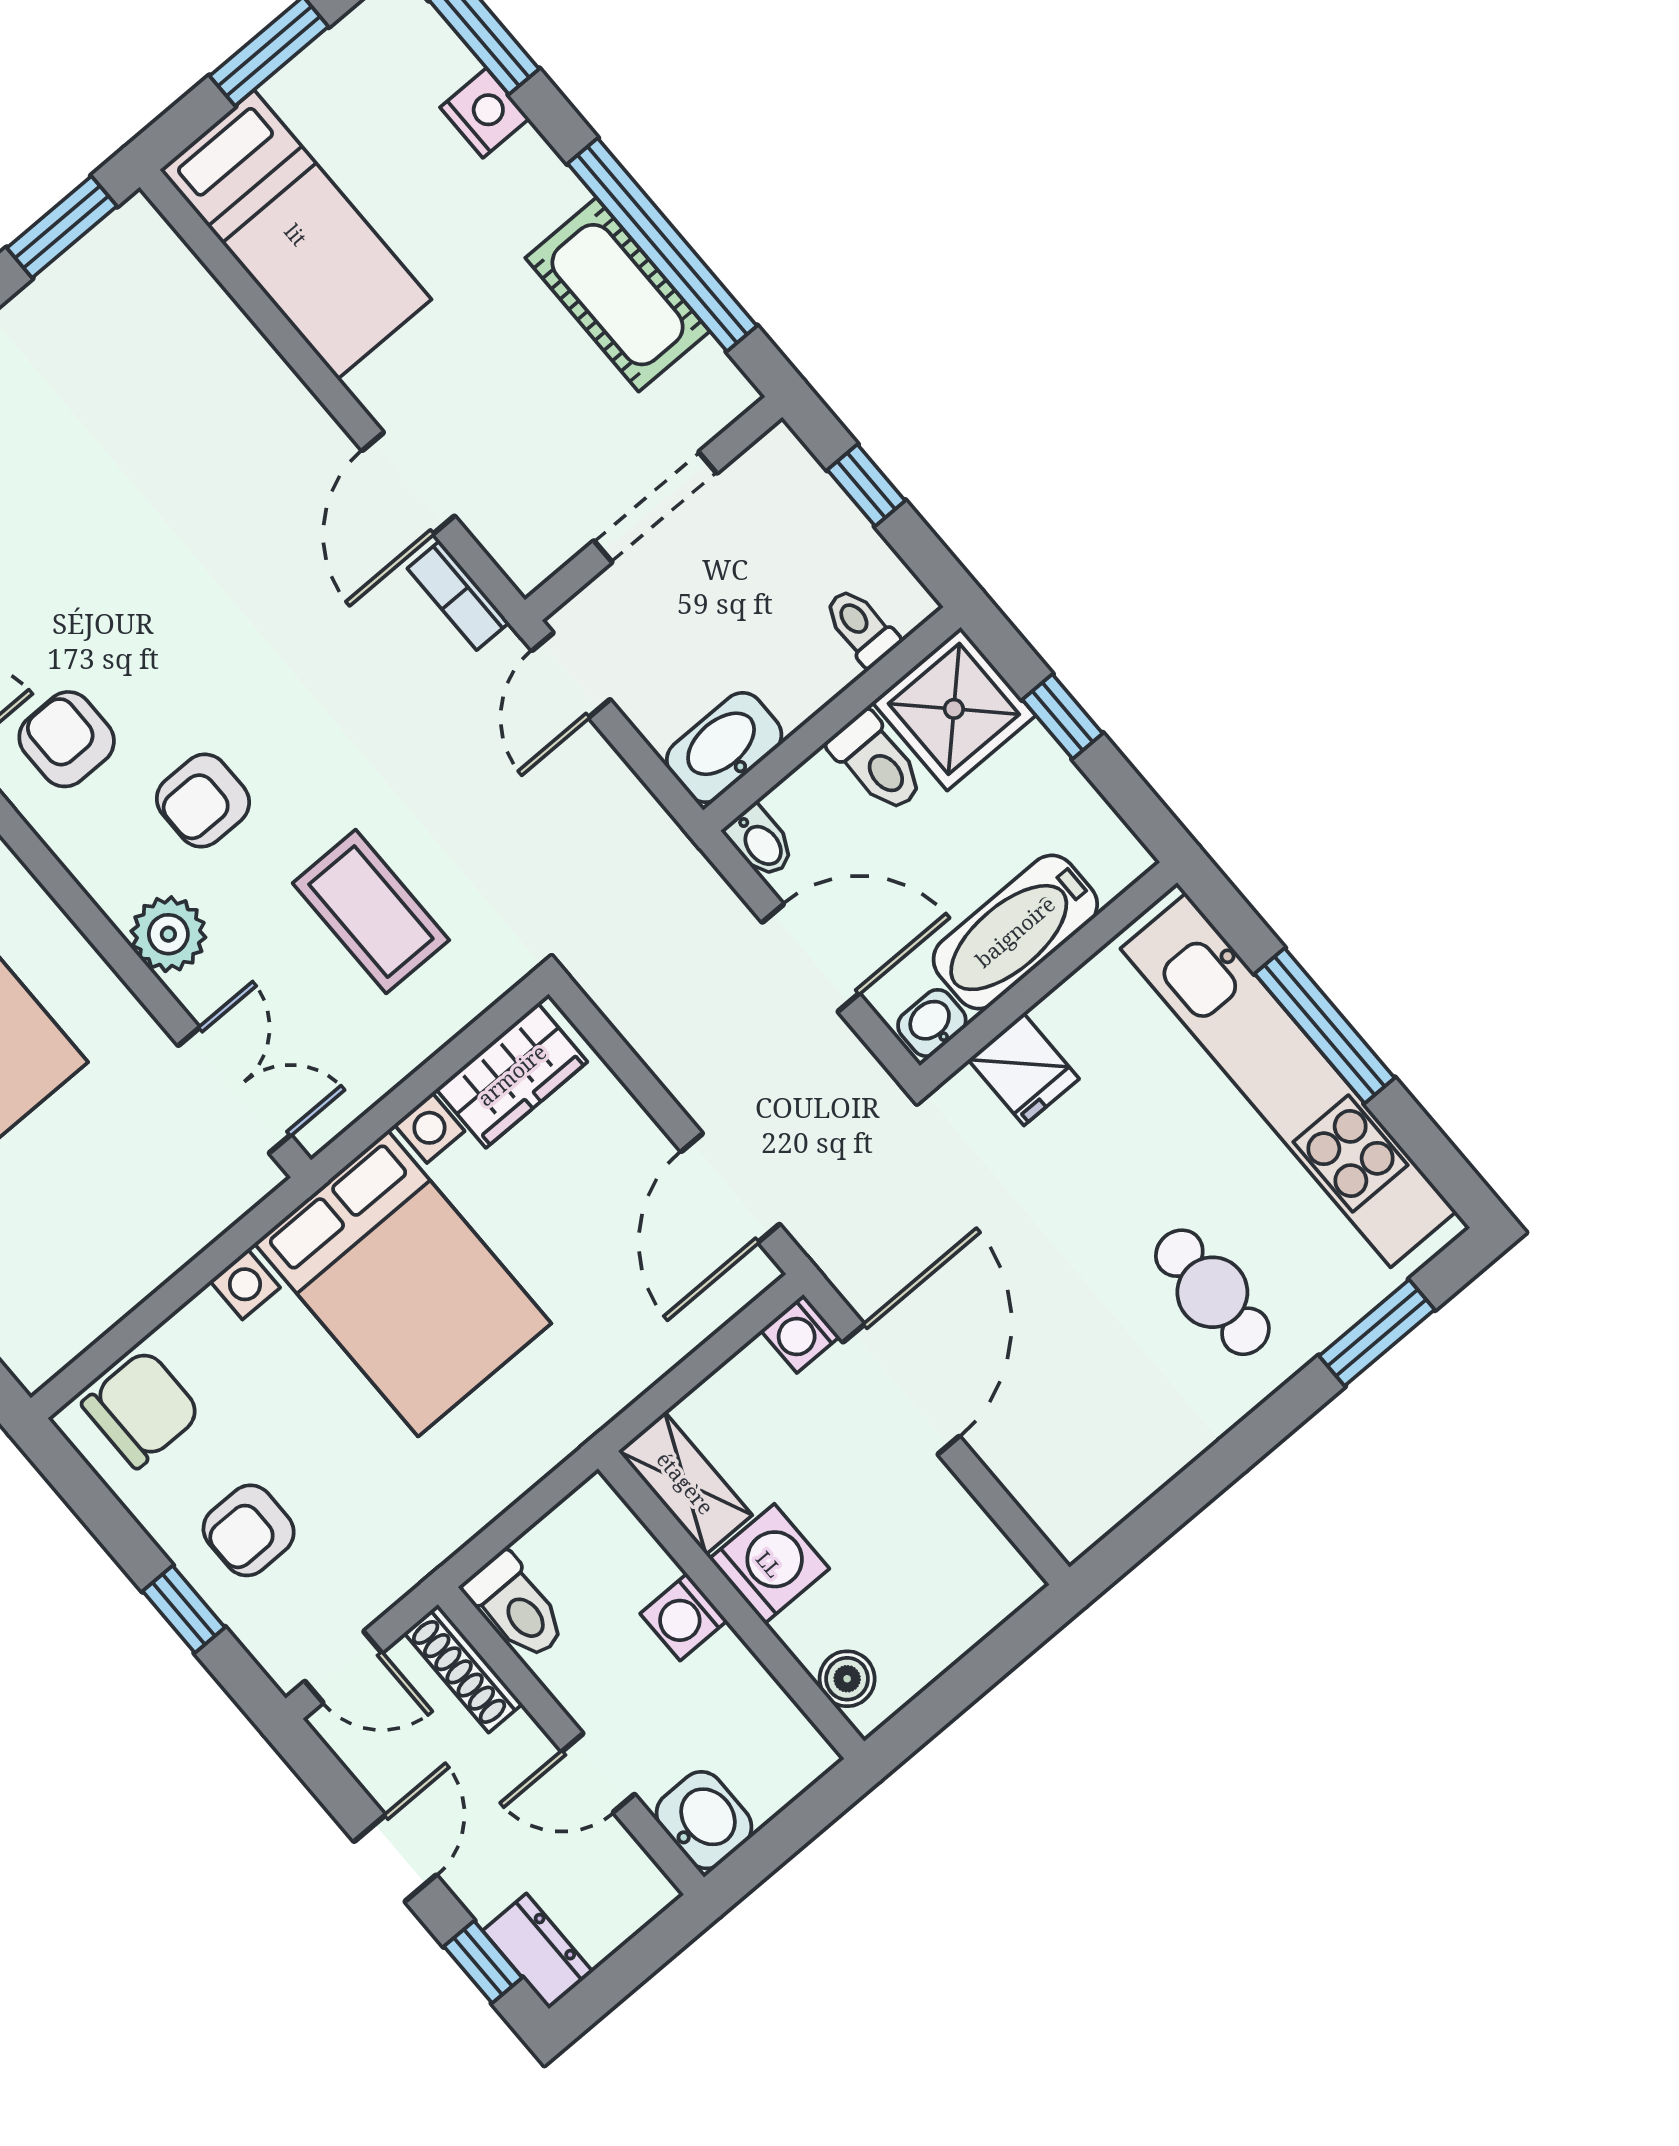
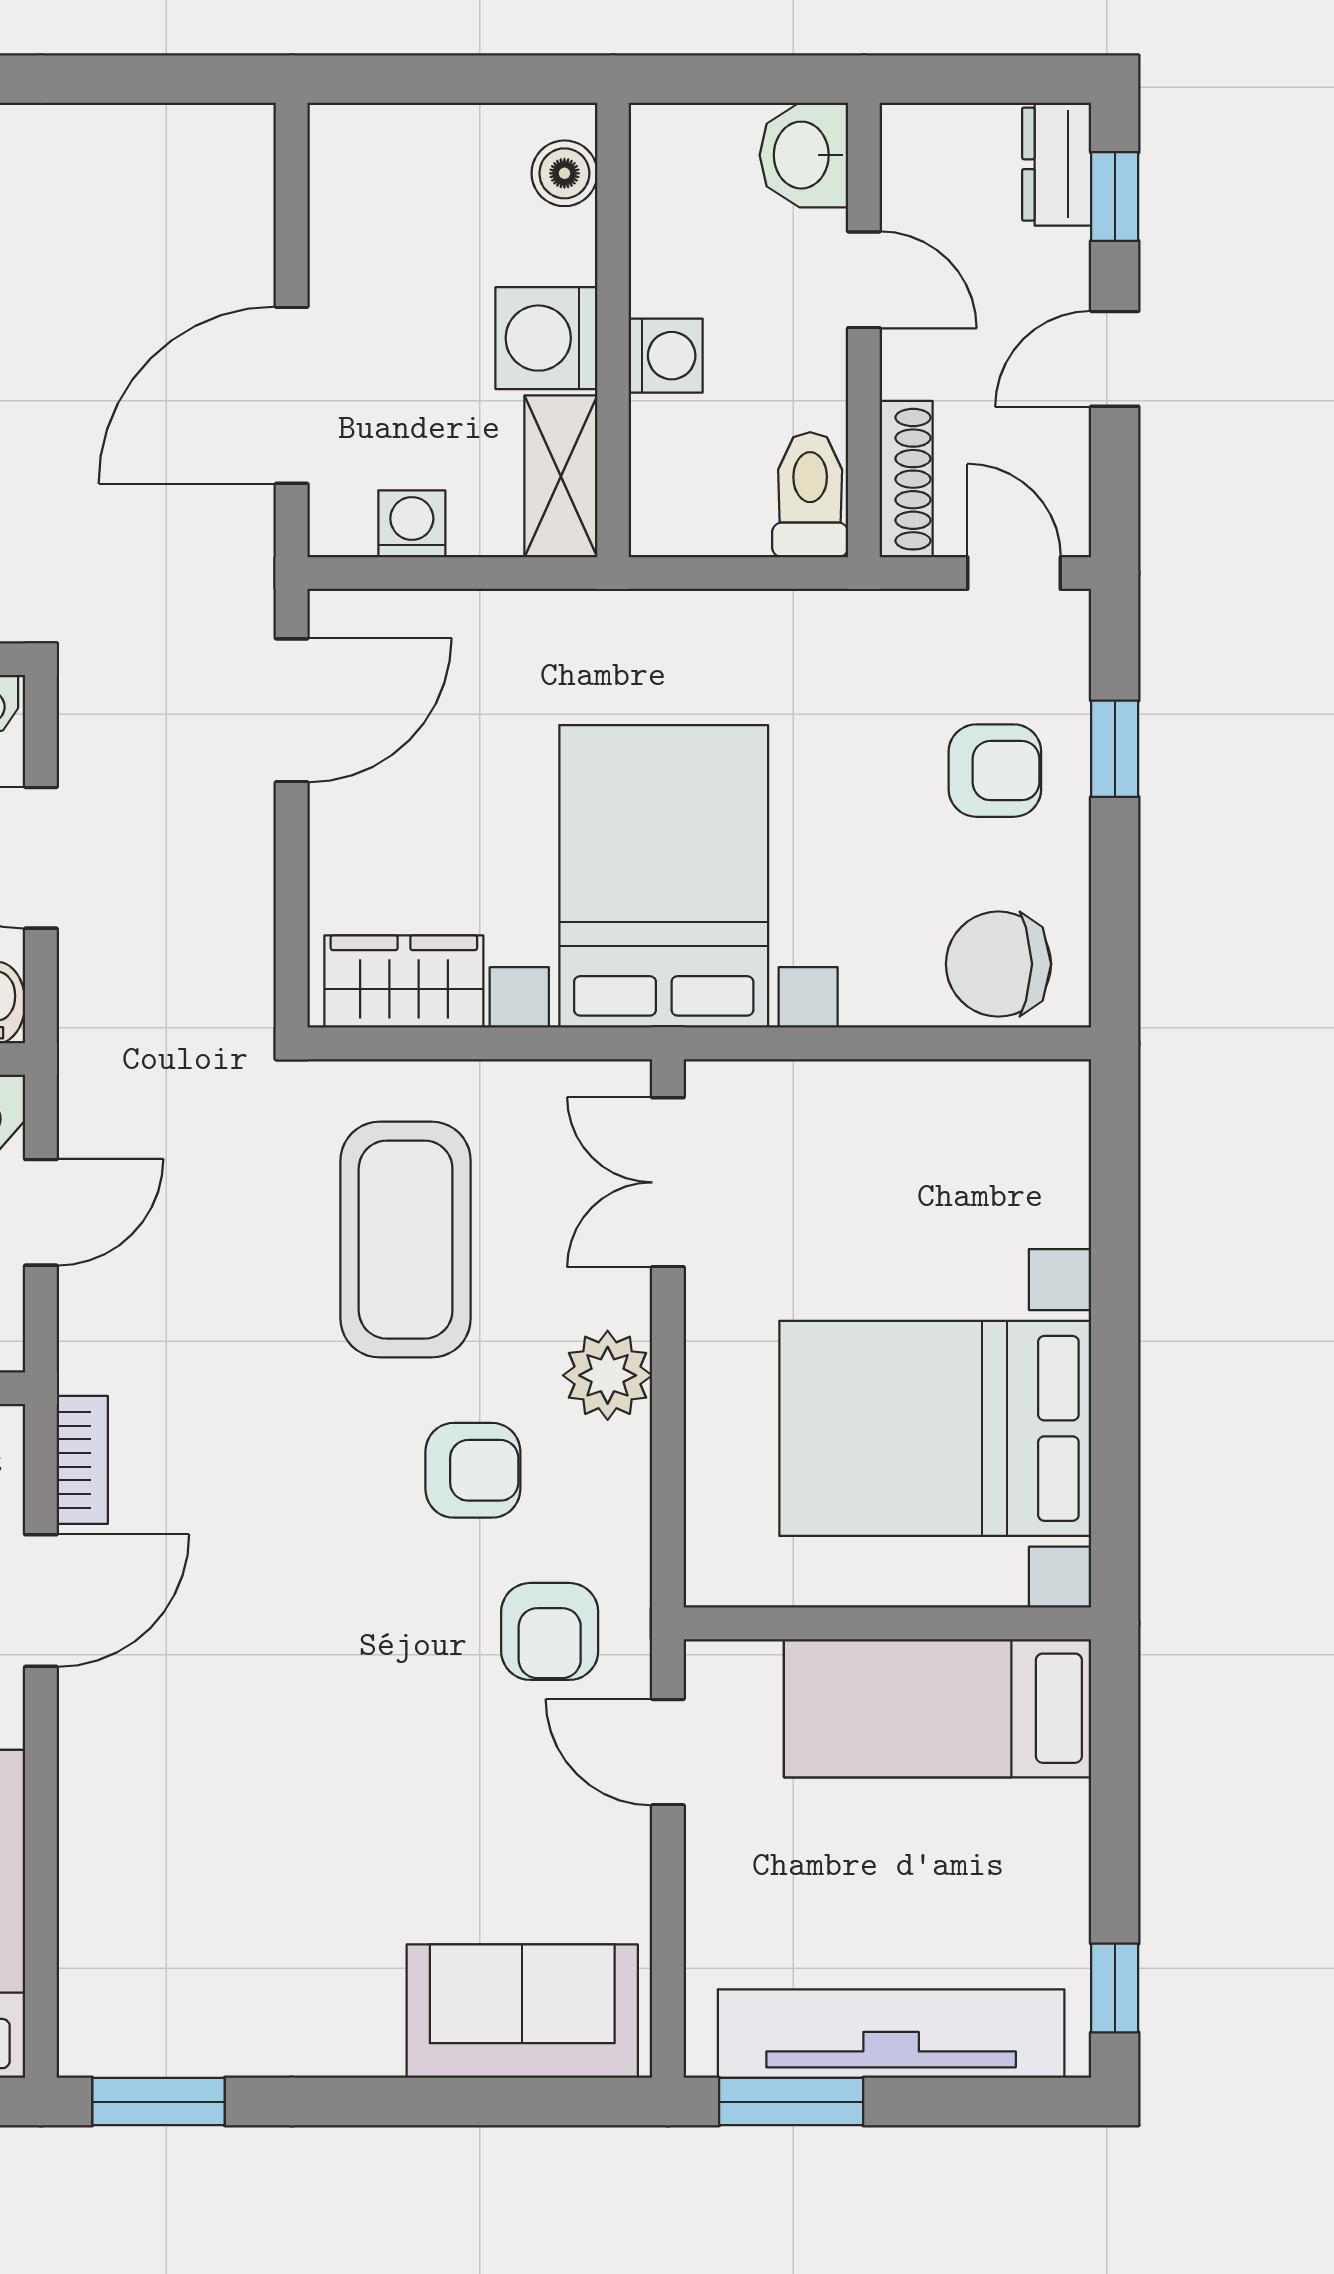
door: (571, 675) -> (41, 1212), moved
coffee table: (371, 912) -> (406, 1240), width x1.36, depth x1.32
washing machine: (800, 1334) -> (412, 524), moved, turned -90

